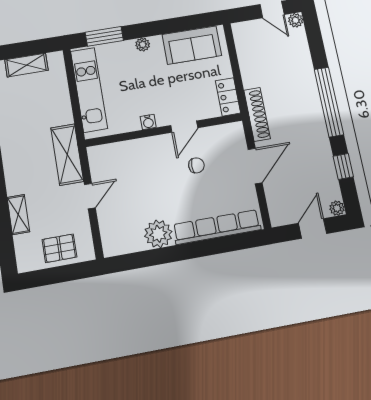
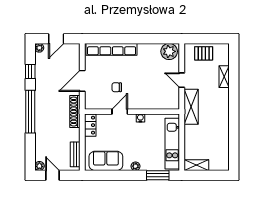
bench: (243, 47) -> (75, 154), added
shelving: (26, 65) -> (196, 165), moved
door: (90, 196) -> (182, 80), hinge flipped
plant: (158, 234) -> (169, 51), moved

